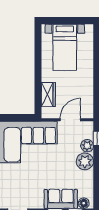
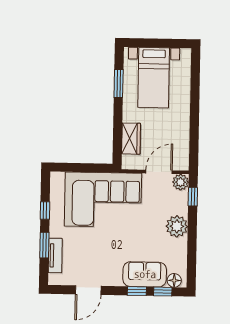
window: (38, 52) -> (119, 84), added
plant: (87, 146) -> (181, 182), moved

